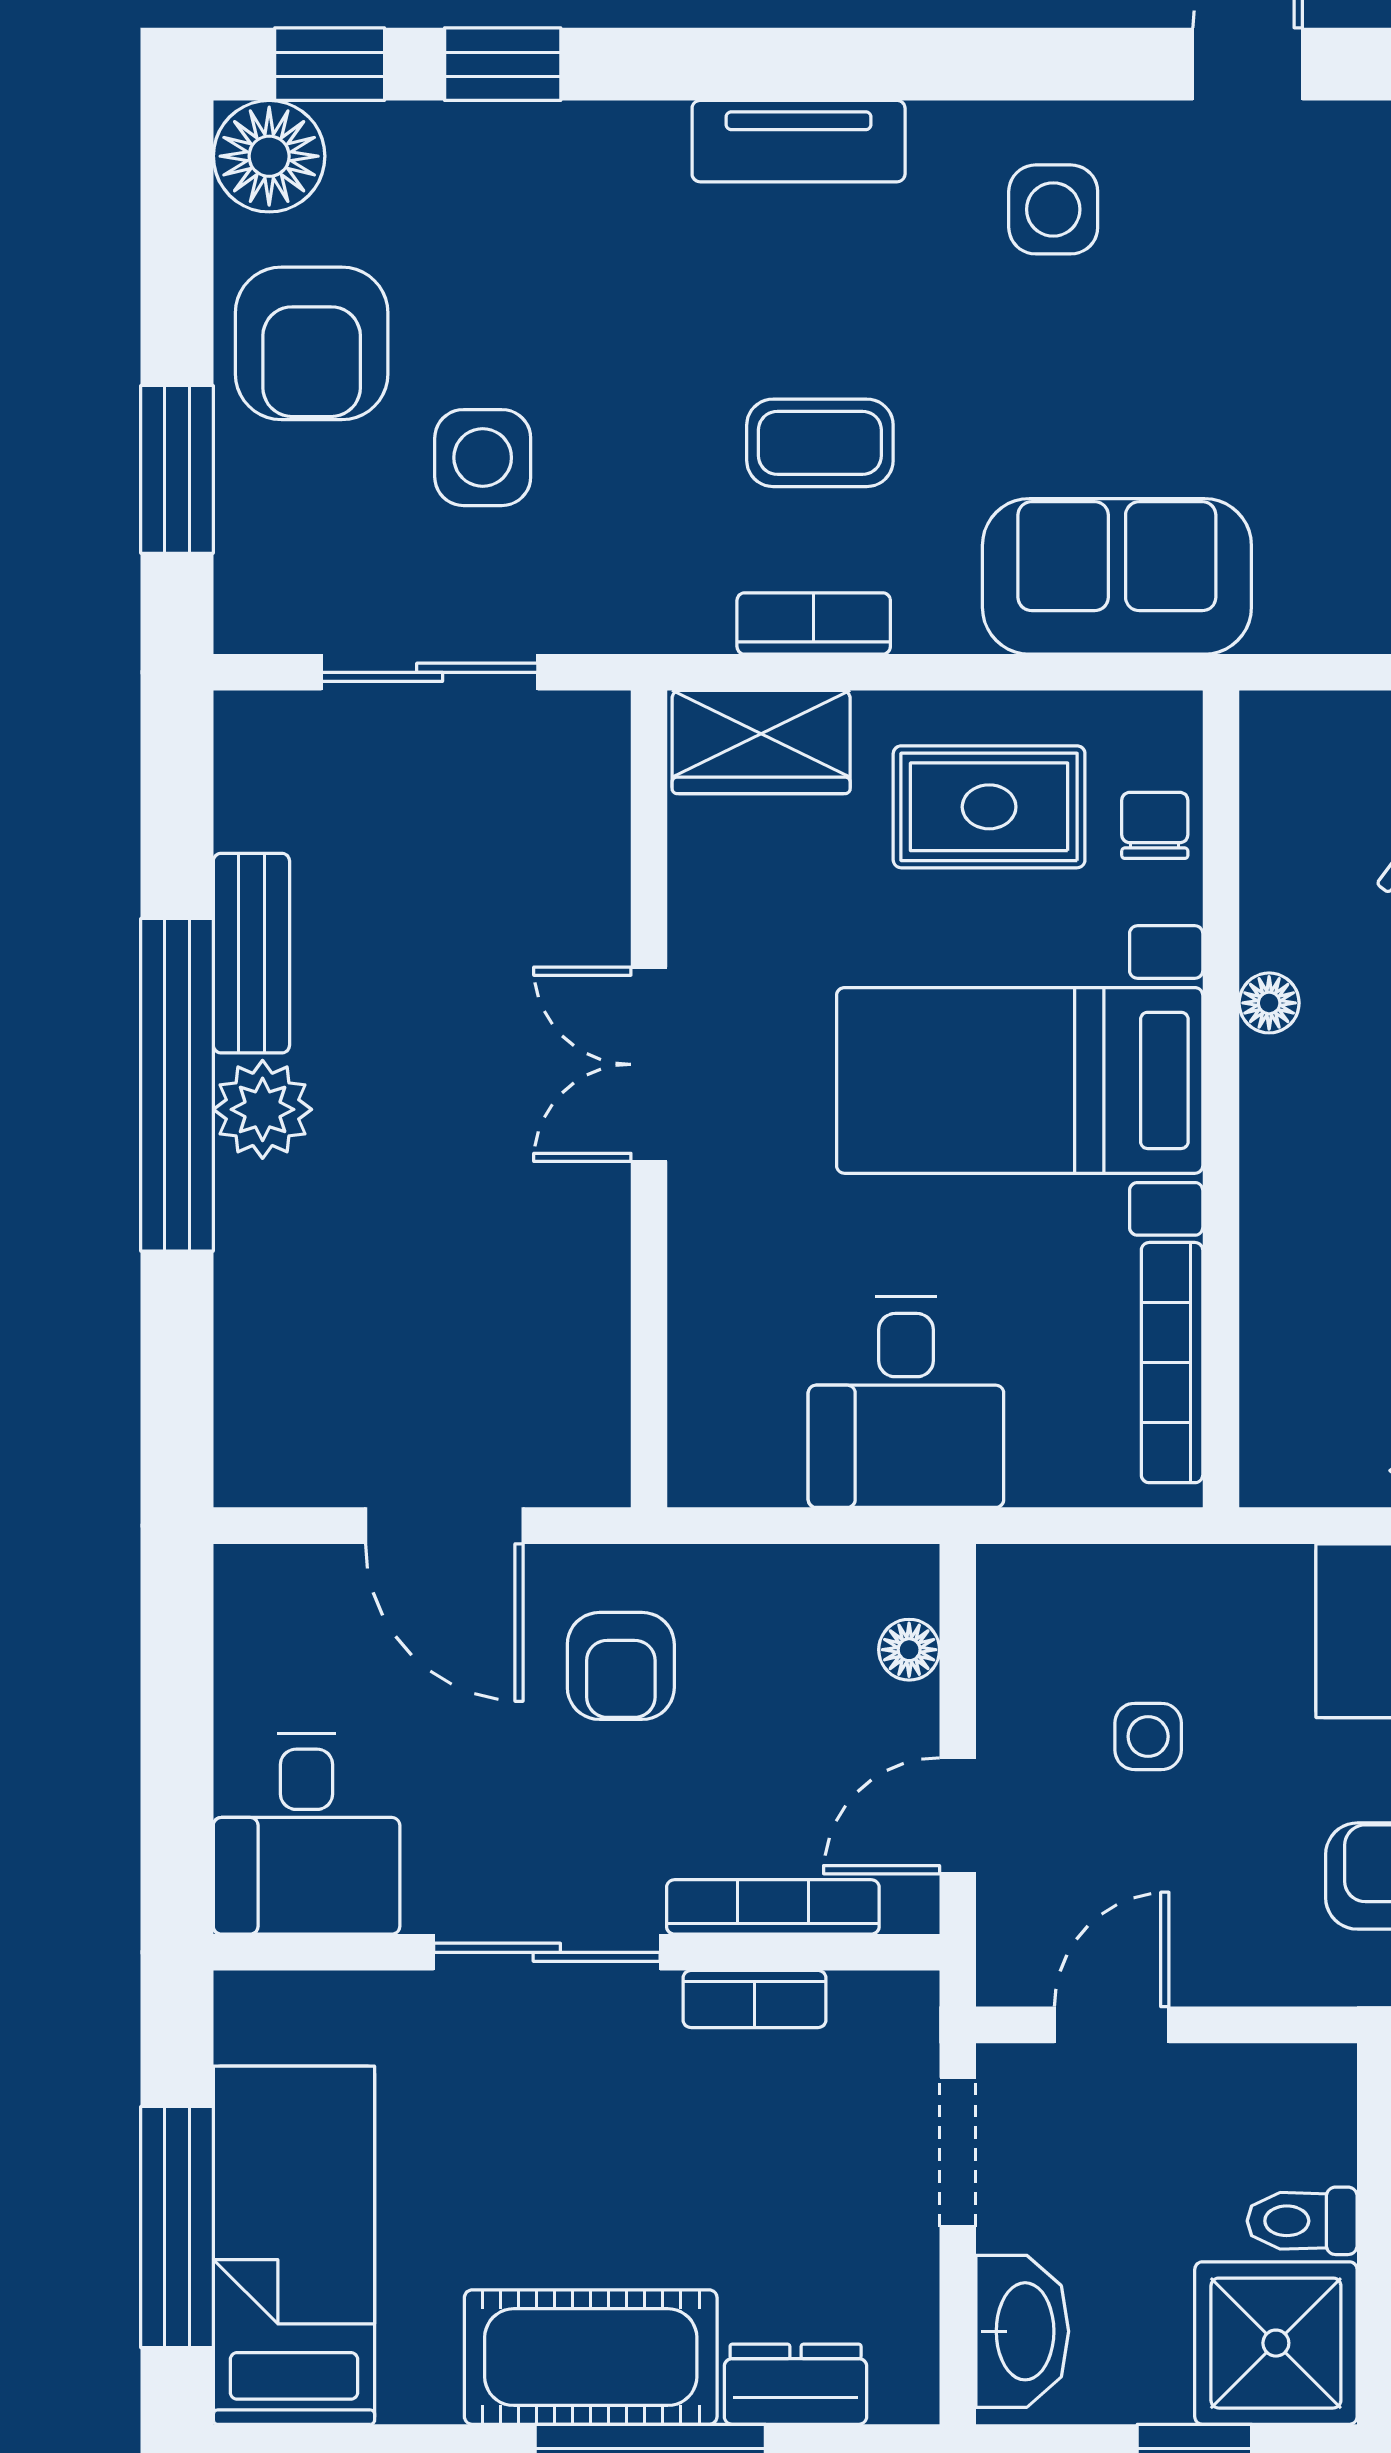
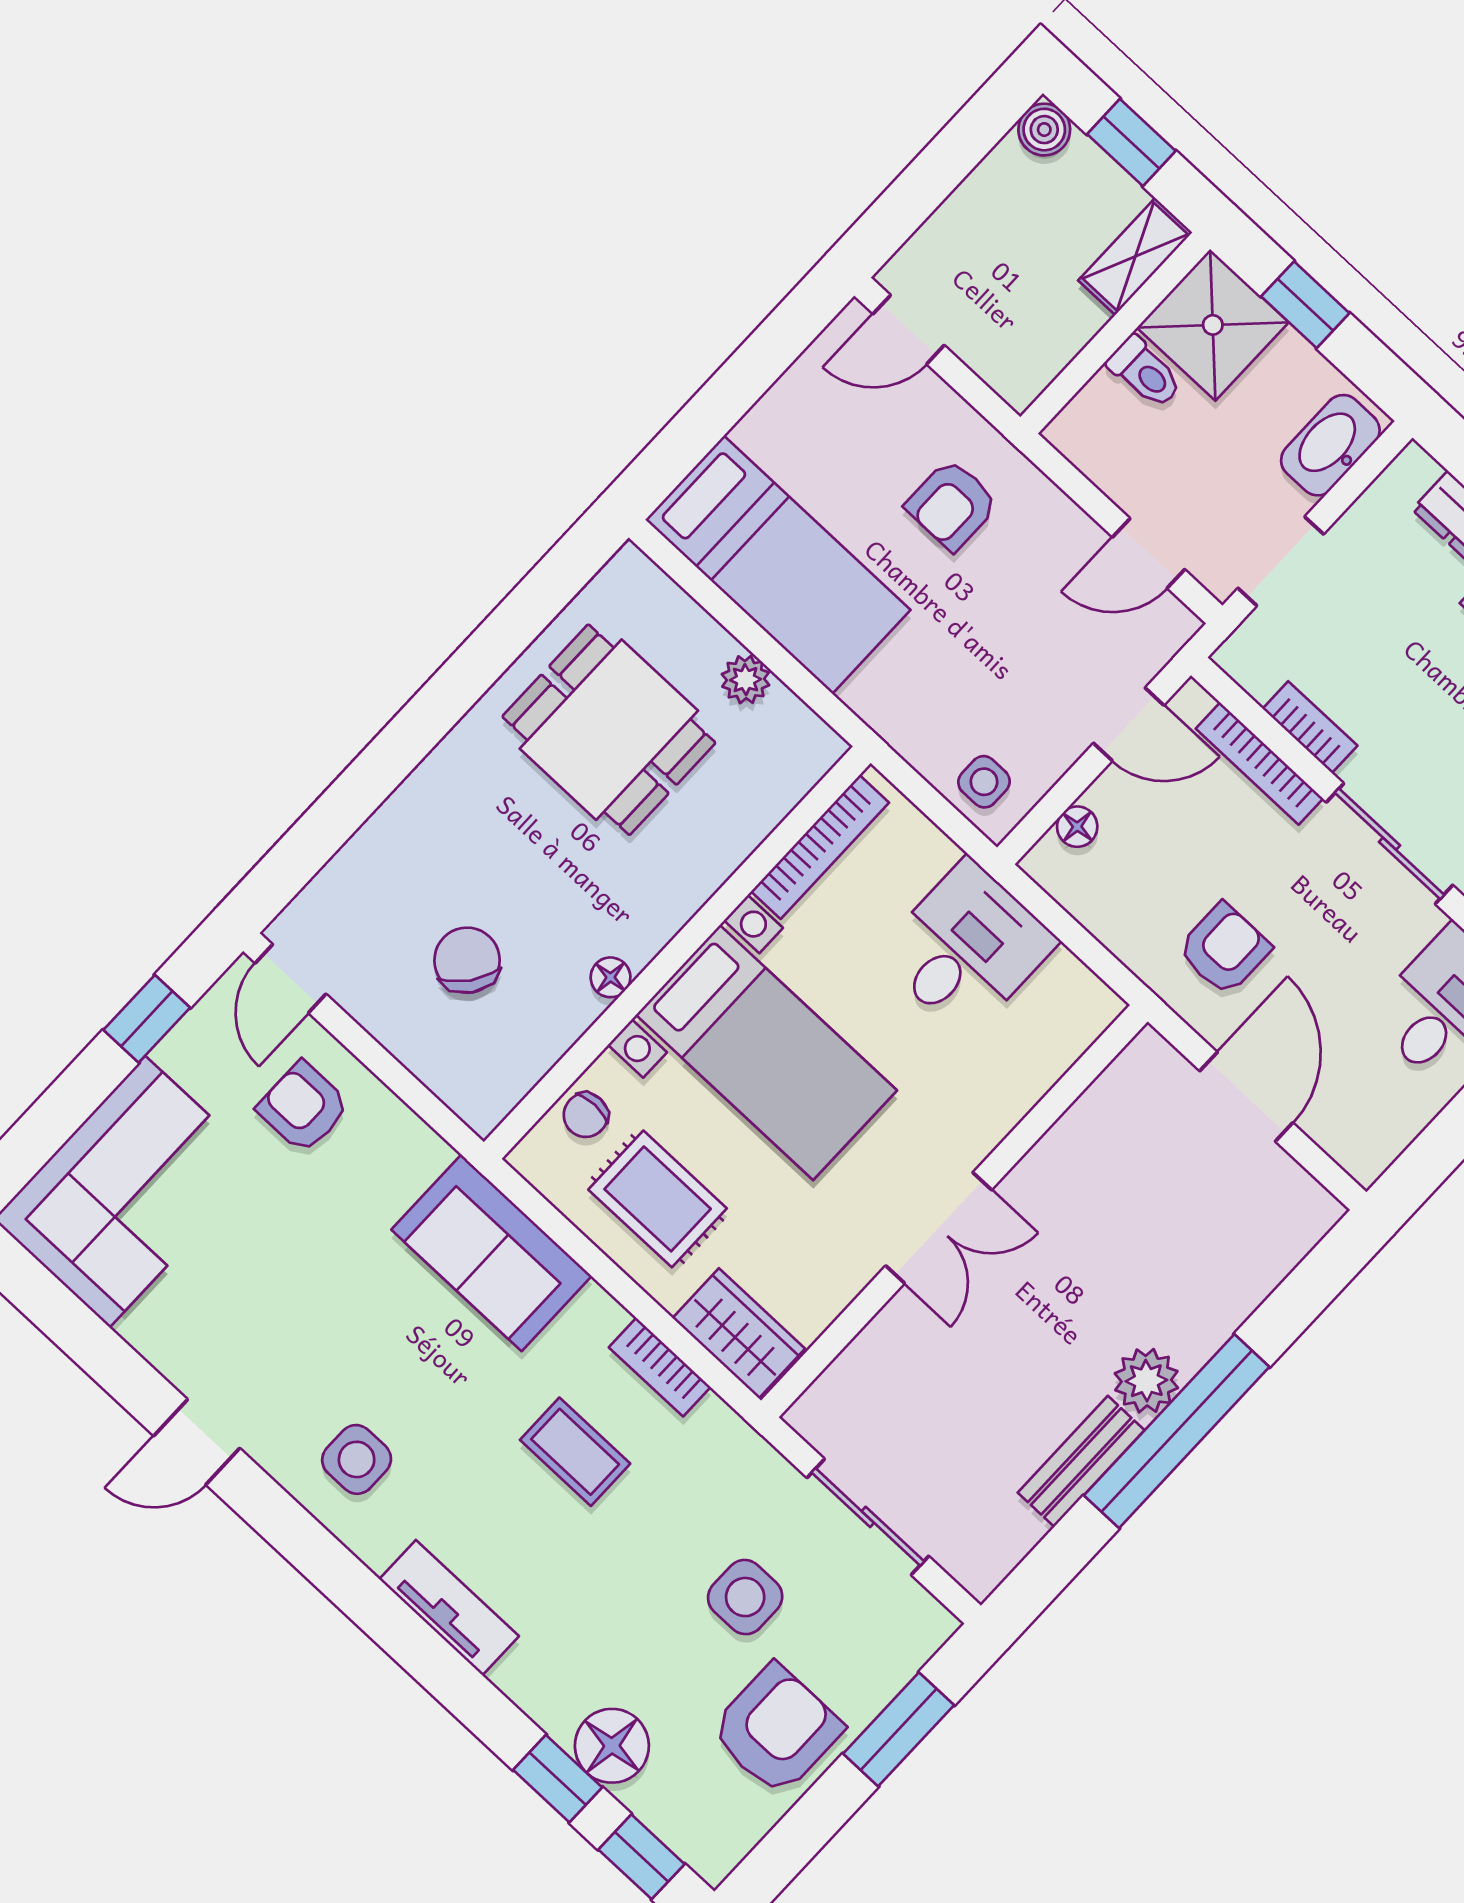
floor lamp: (269, 156) -> (612, 1746), moved
side table: (1148, 1736) -> (984, 782), moved

